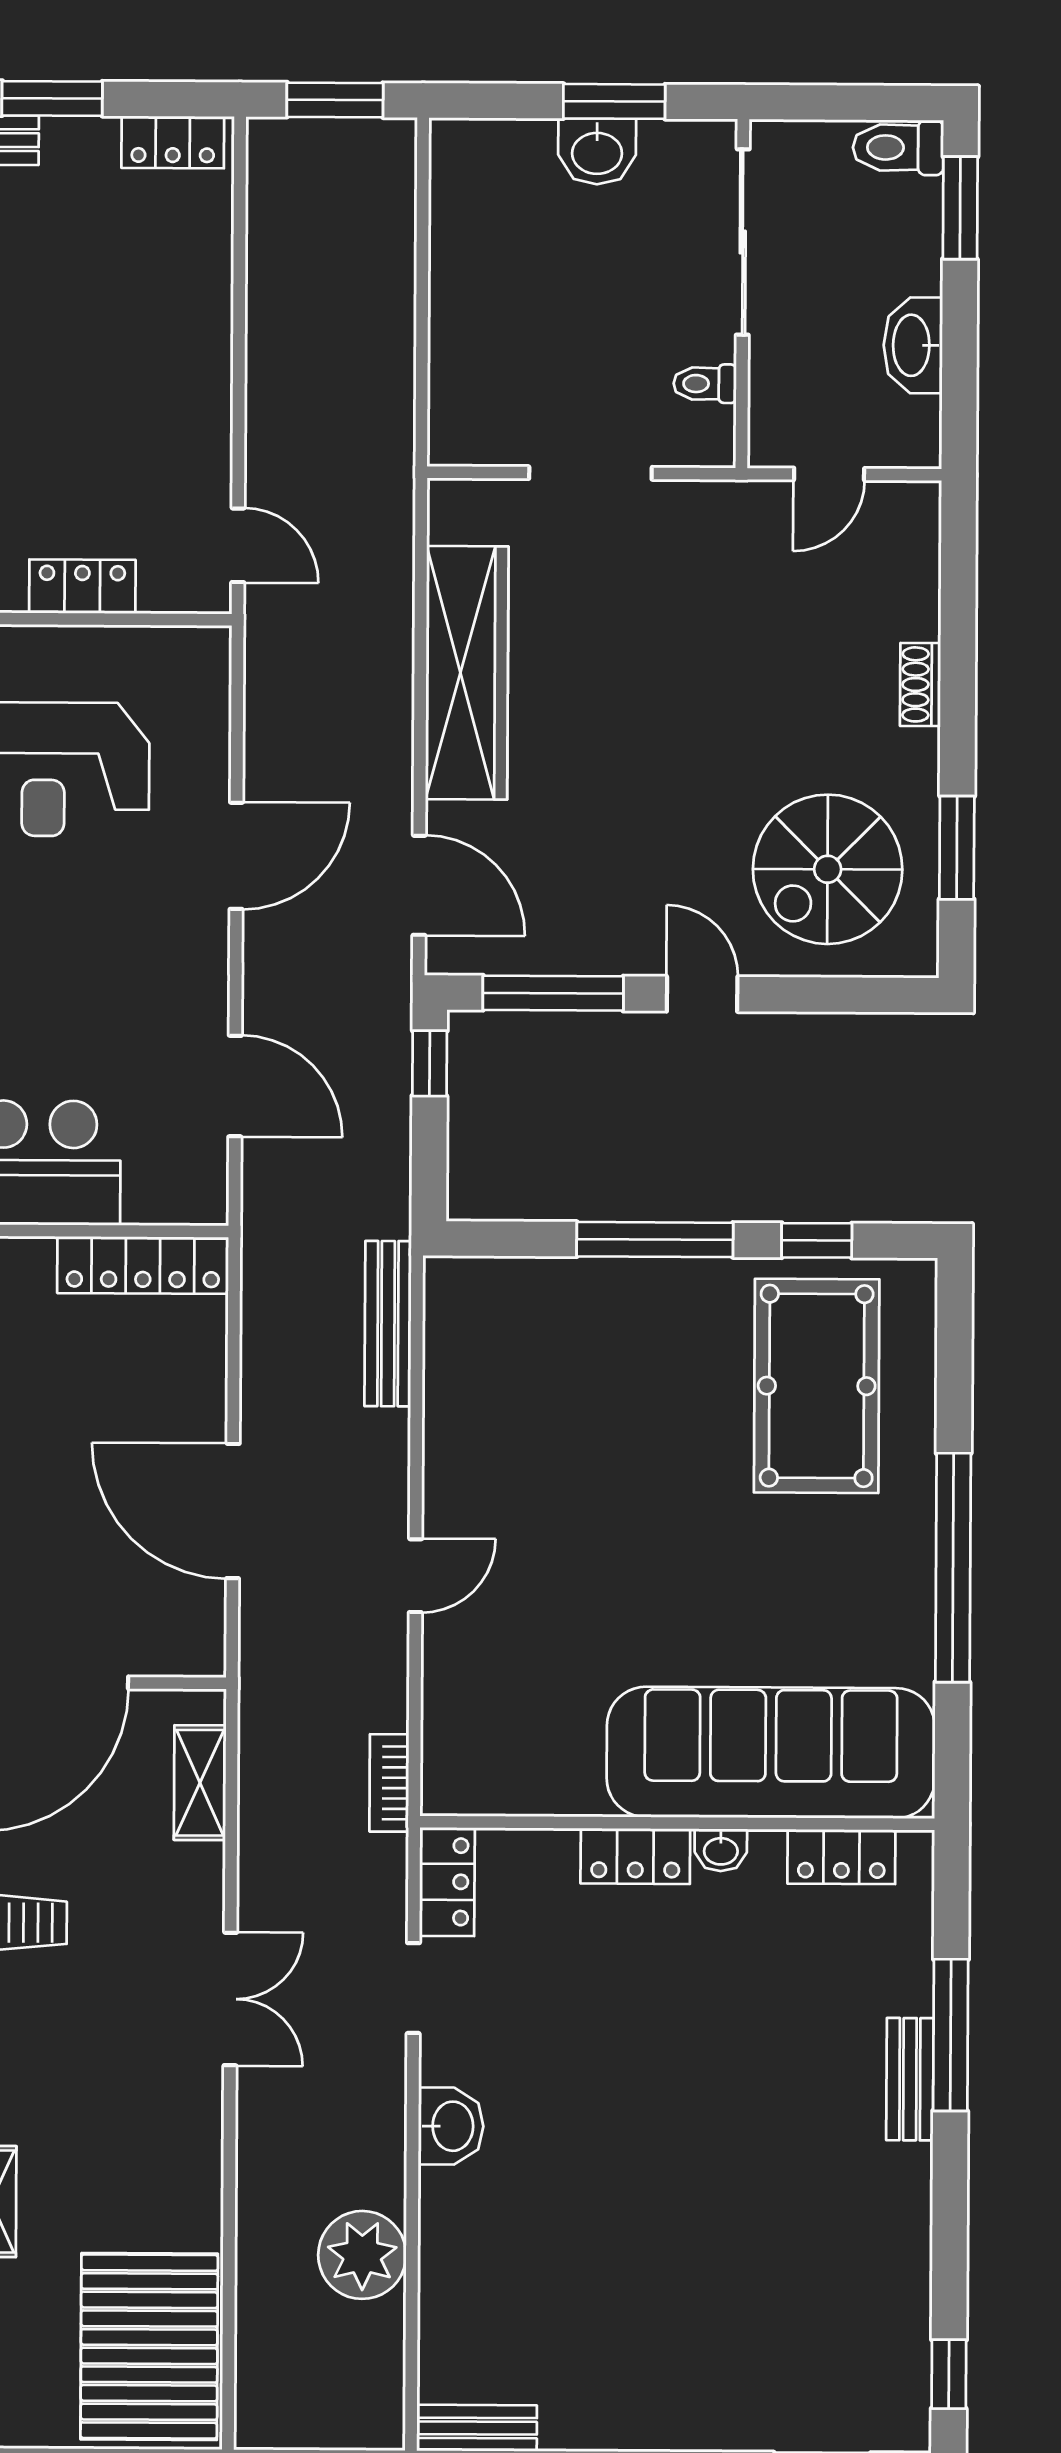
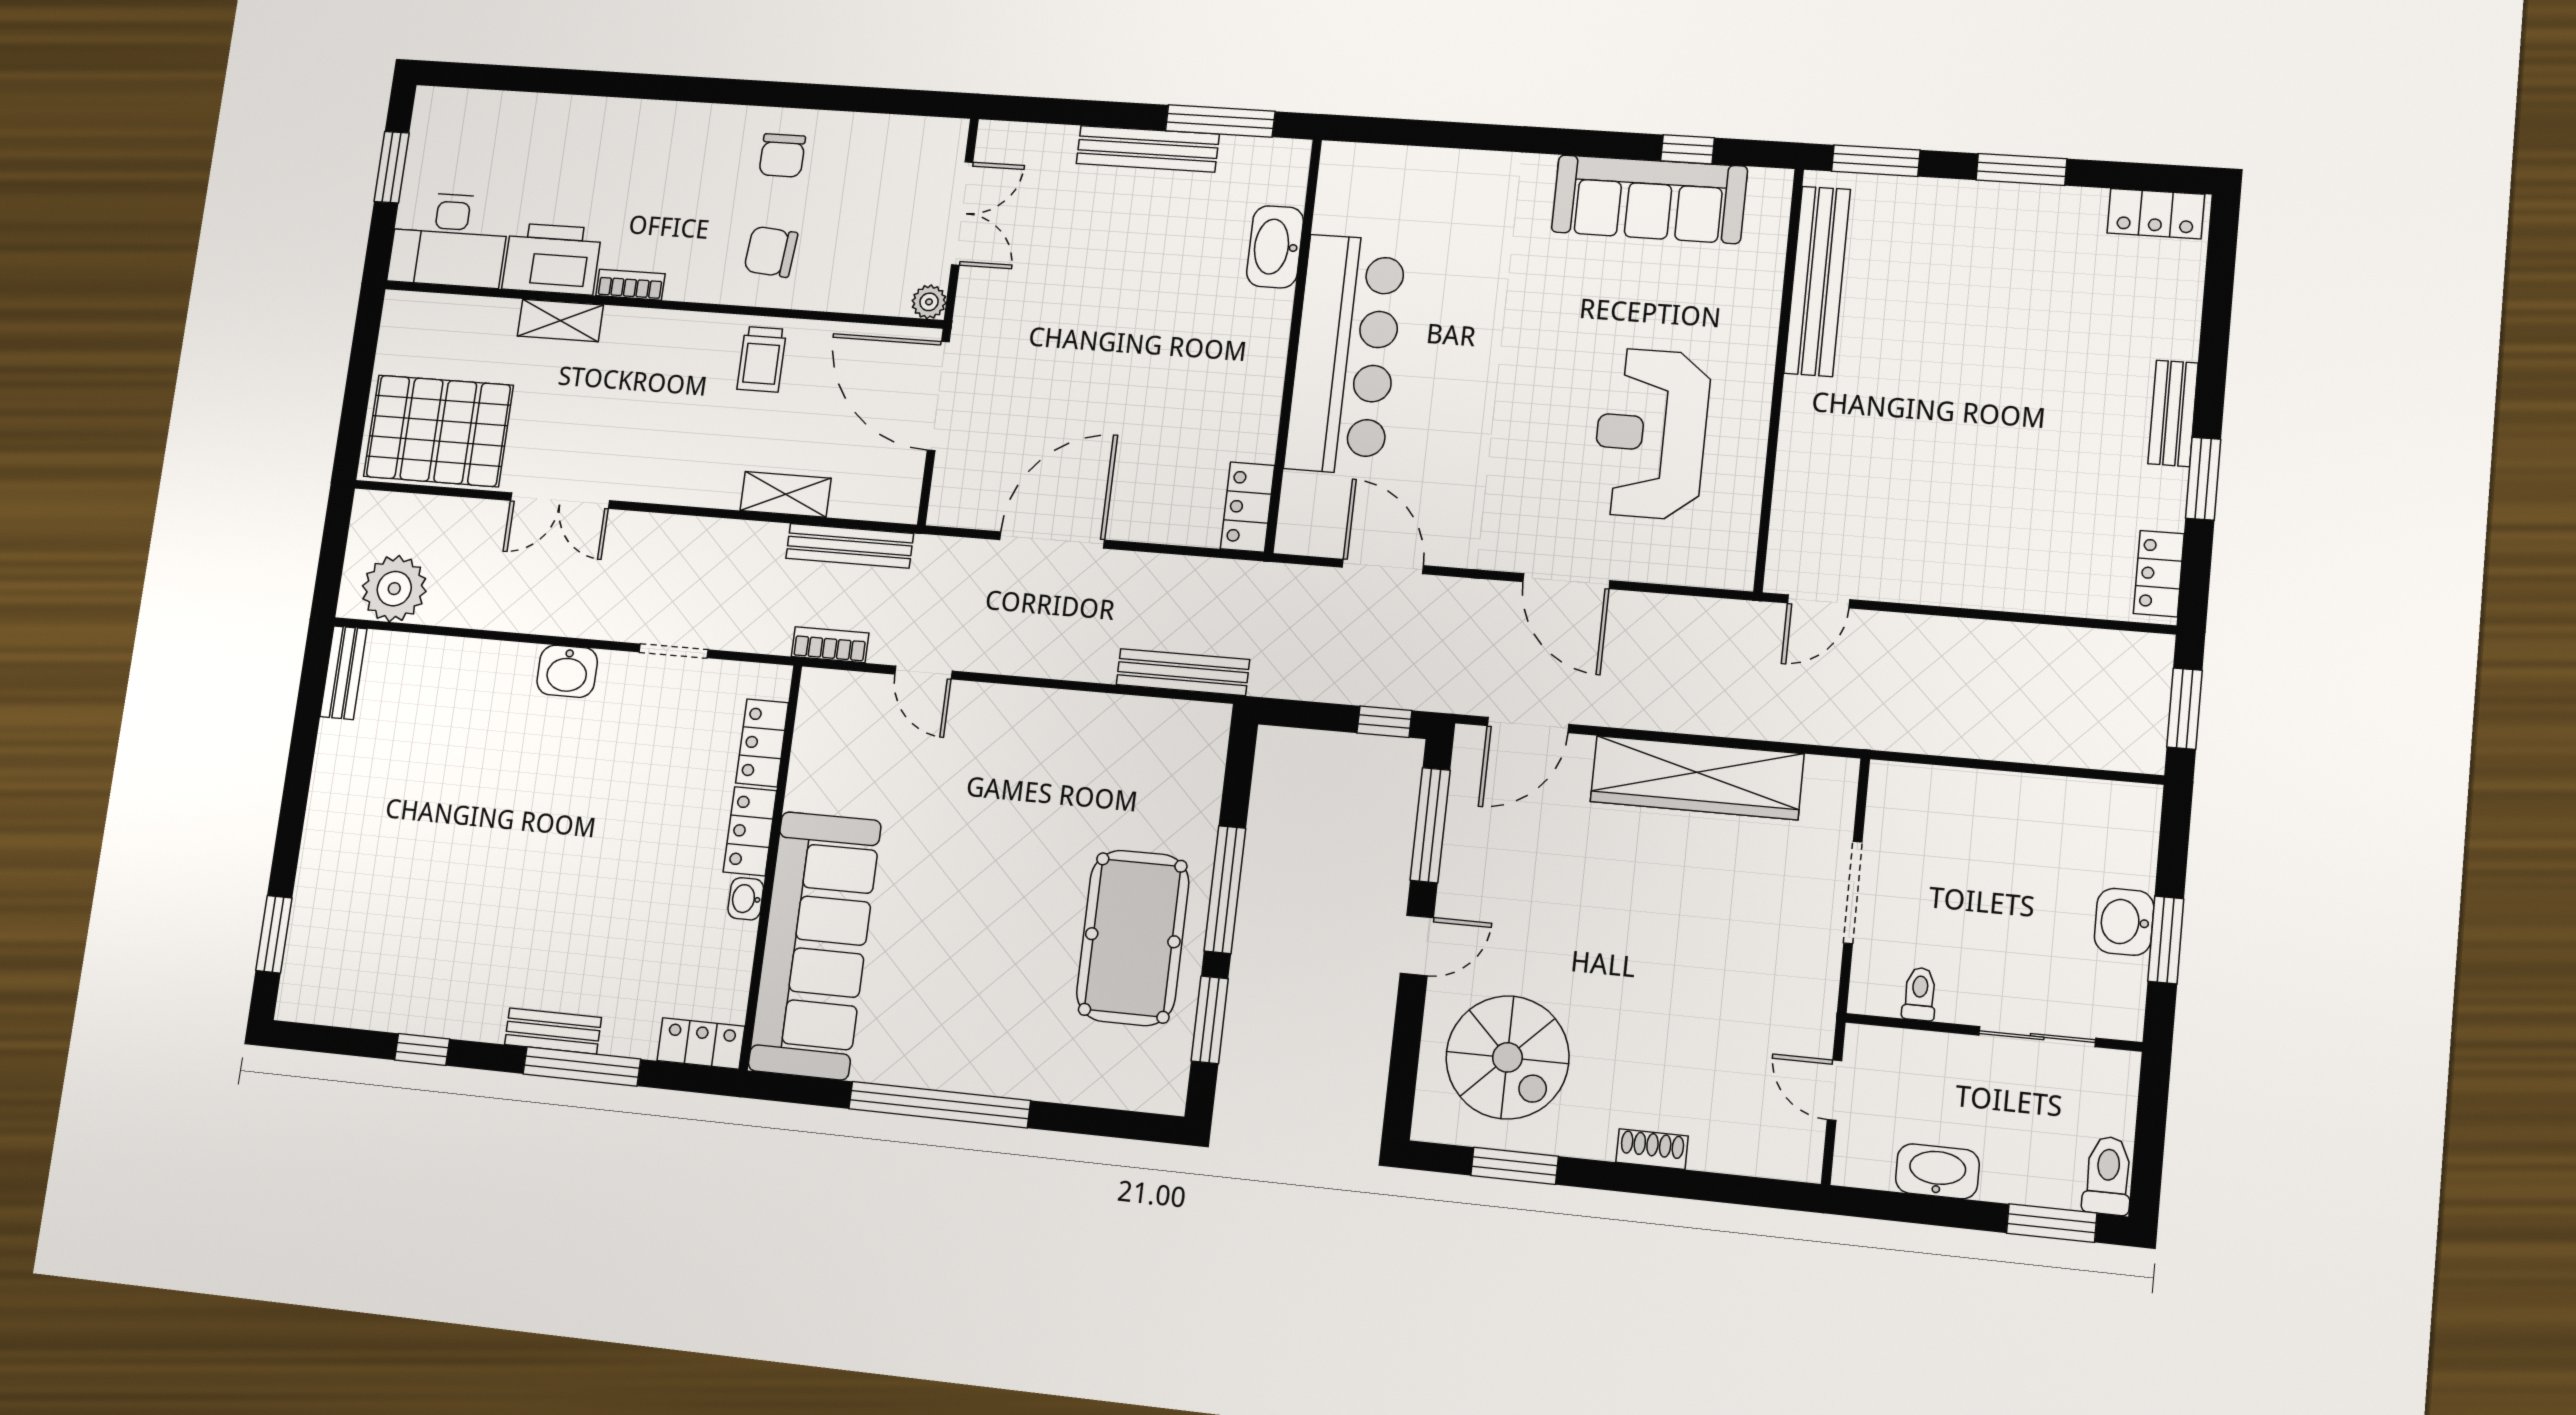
sliding door: (743, 242) -> (2037, 1037), width x0.73
locker: (82, 586) -> (1796, 475), removed
spiral stairs: (828, 869) -> (1507, 1057), turned 180
door: (235, 1086) -> (1383, 566), swing flipped
window: (817, 1240) -> (1210, 1020), width x1.50
locker: (143, 1265) -> (1247, 507), width x0.66
pool table: (817, 1386) -> (1133, 938), moved, turned 90
door: (415, 1576) -> (923, 673), moved
bench: (260, 1774) -> (850, 546), added
shelving: (200, 1783) -> (786, 494), moved
locker: (841, 1857) -> (701, 1043), moved, turned 90
locker: (447, 1882) -> (762, 743), moved, turned 90
double door: (230, 1999) -> (560, 501), moved
plant: (362, 2255) -> (394, 589), moved
window: (949, 2374) -> (422, 1050), moved

